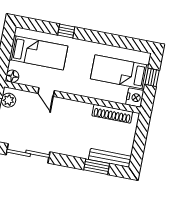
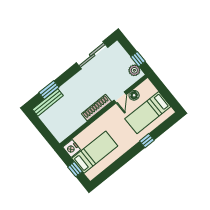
floor lamp: (12, 76) -> (134, 95), moved
door: (46, 92) -> (120, 97), swing flipped
shoe rack: (112, 114) -> (96, 108), moved

